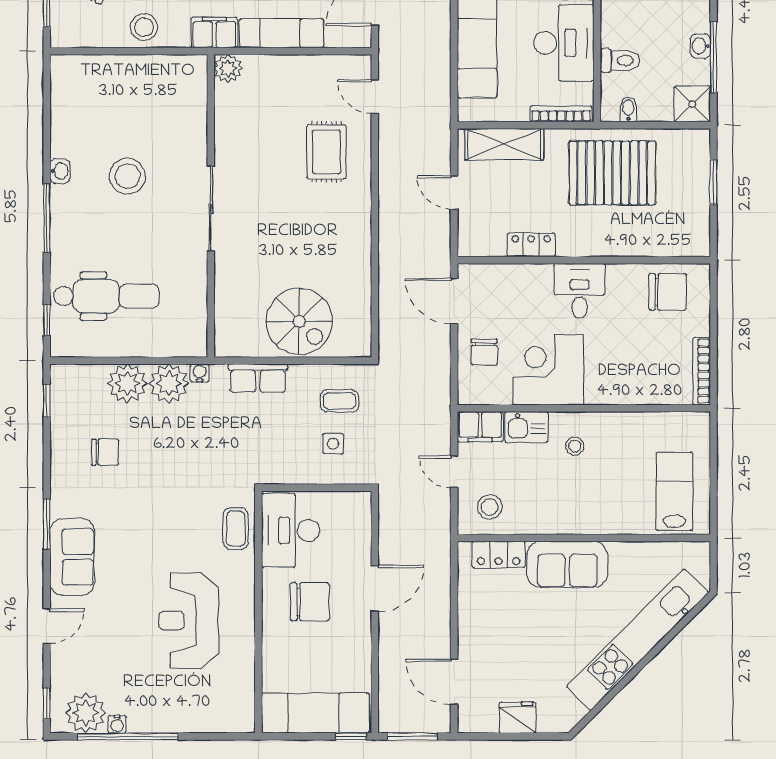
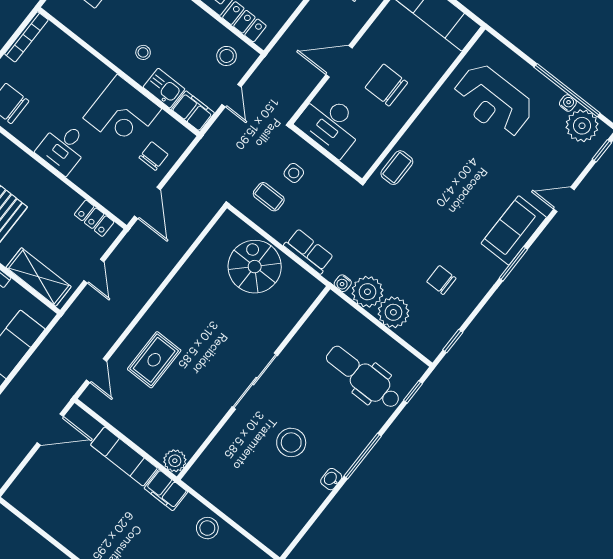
locker: (531, 245) -> (94, 218), moved
desk: (291, 530) -> (330, 124), moved, turned 90
reception desk: (189, 621) -> (493, 101), moved, turned 90

